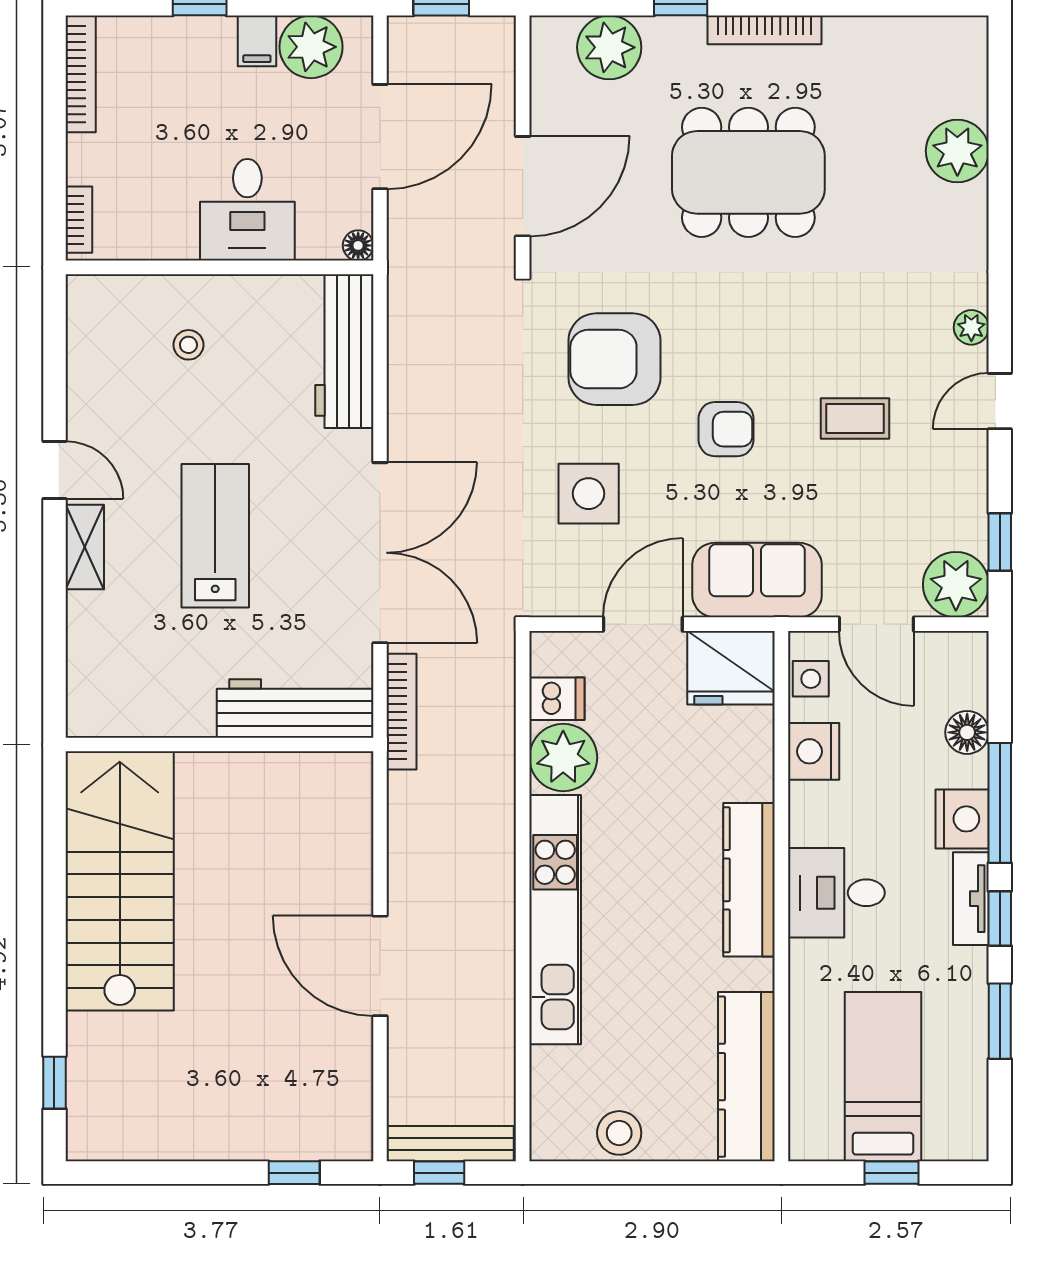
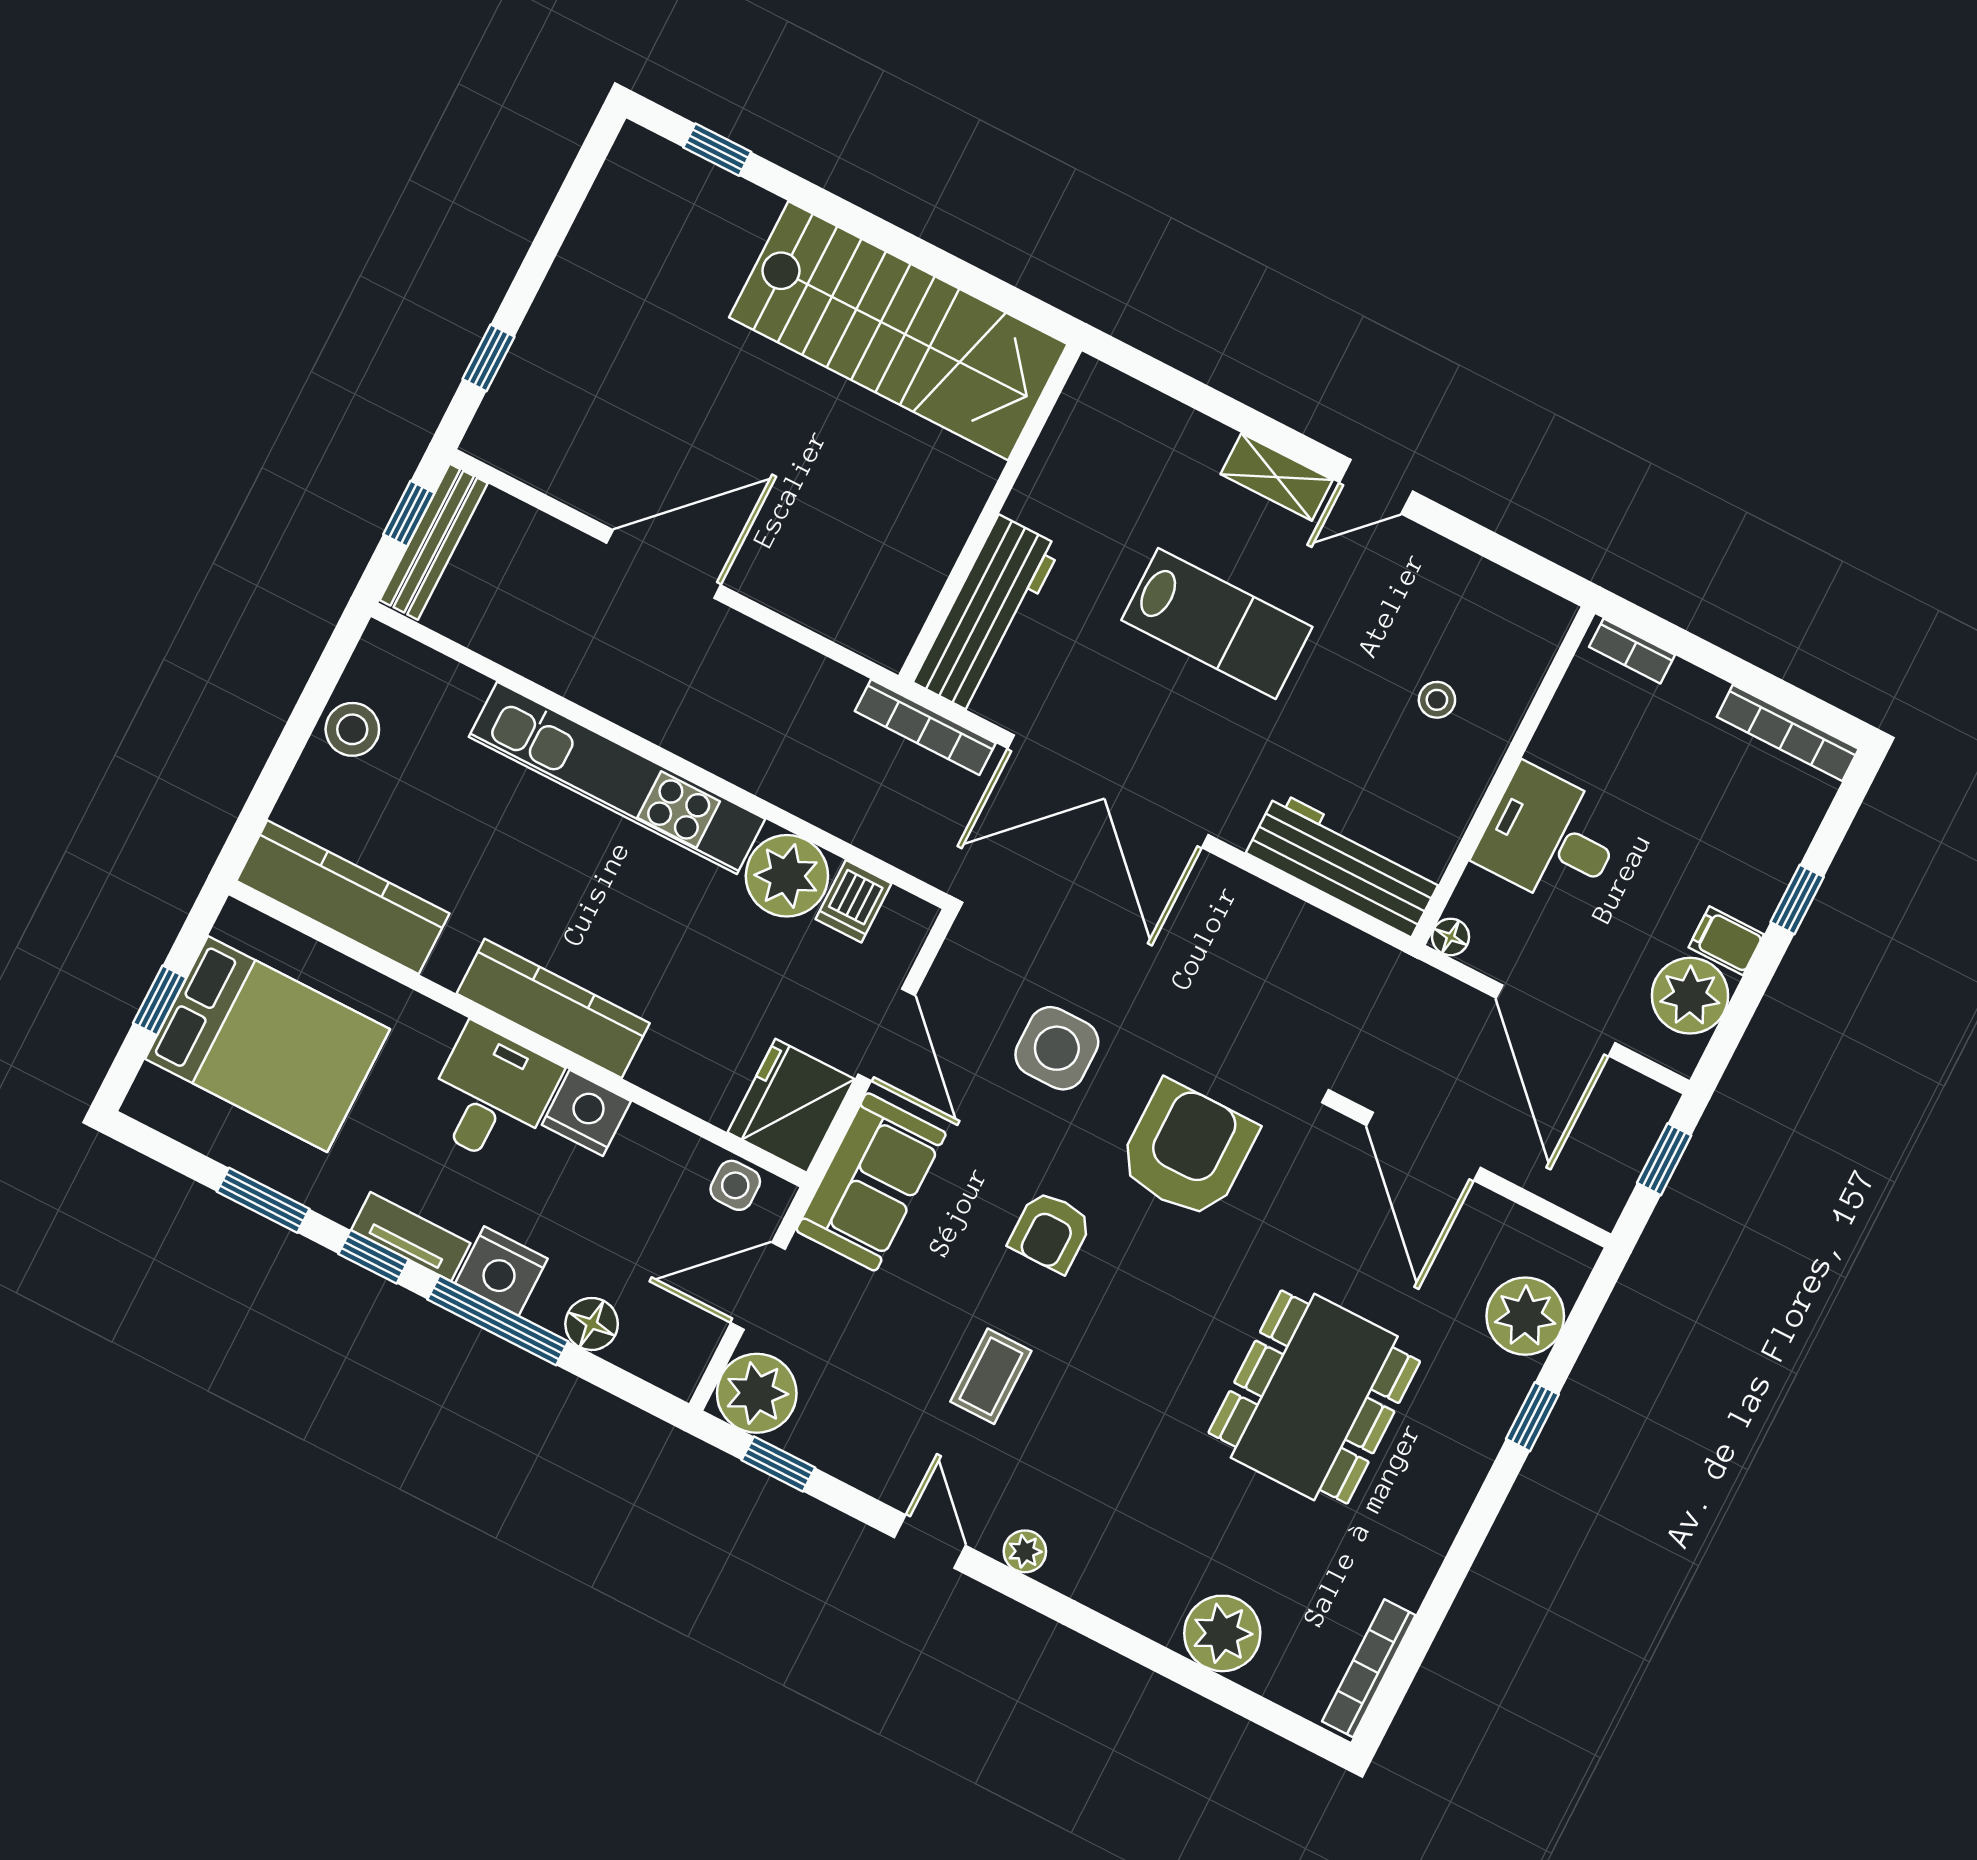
bookcase: (765, 30) -> (1369, 1668), moved
nightstand: (814, 751) -> (586, 1113), moved
bed: (883, 1077) -> (268, 1044), width x1.50

